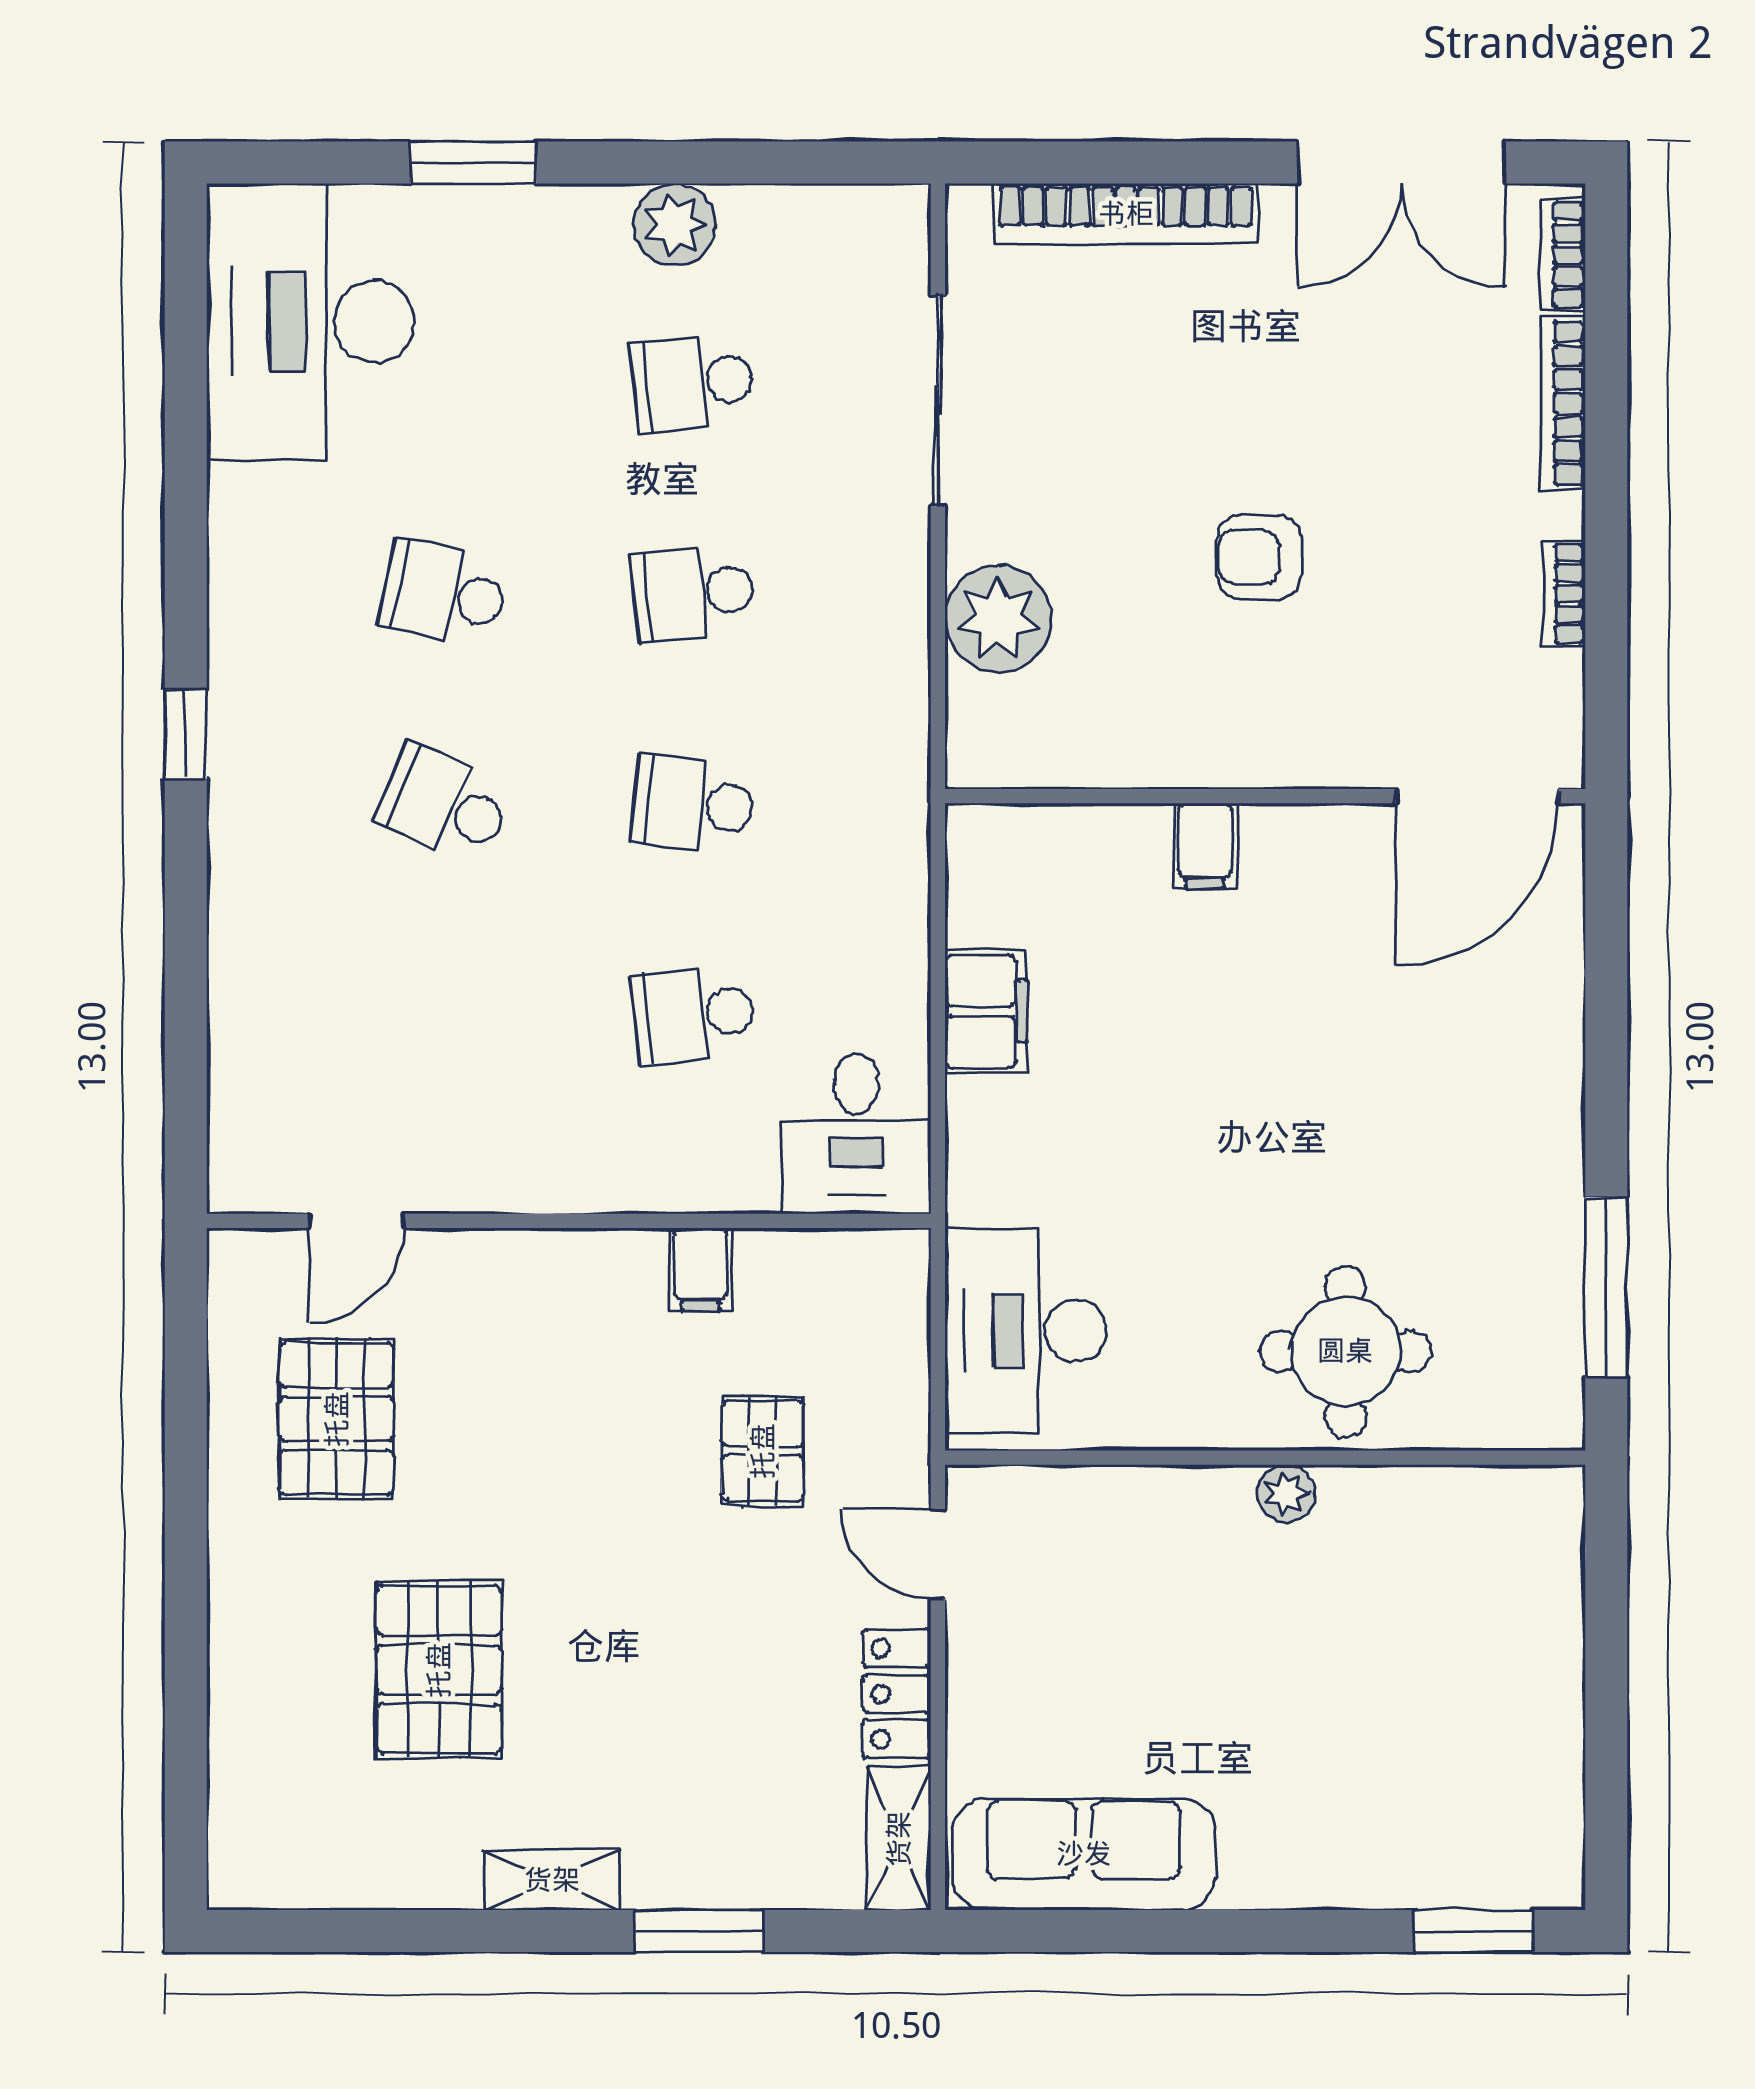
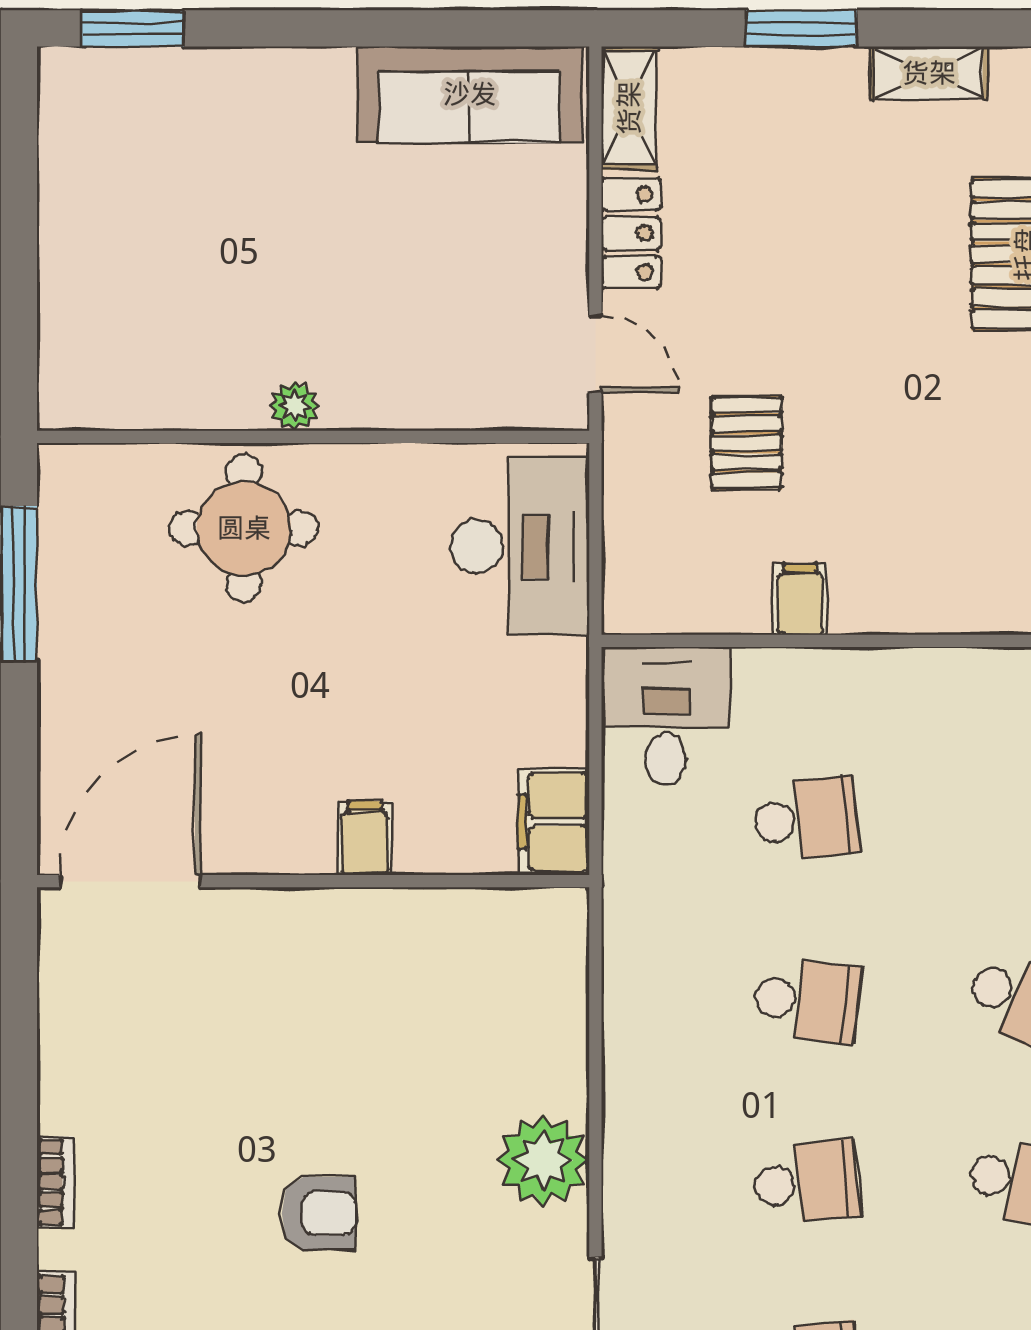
wall: (1265, 796) -> (313, 881), moved
door: (1477, 796) -> (130, 881), moved
filing cabinet: (1205, 846) -> (365, 838), moved

